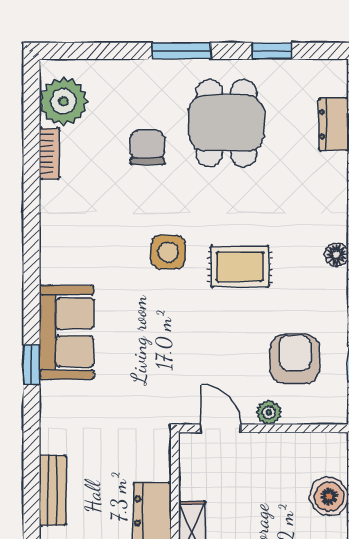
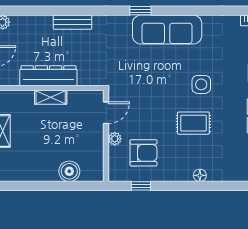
rug: (240, 267) -> (193, 123), turned 90
sofa: (67, 332) -> (167, 30), width x1.36

